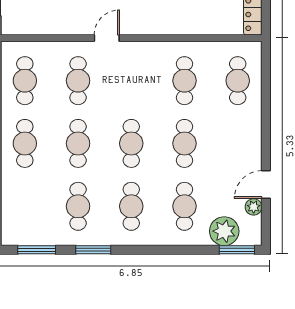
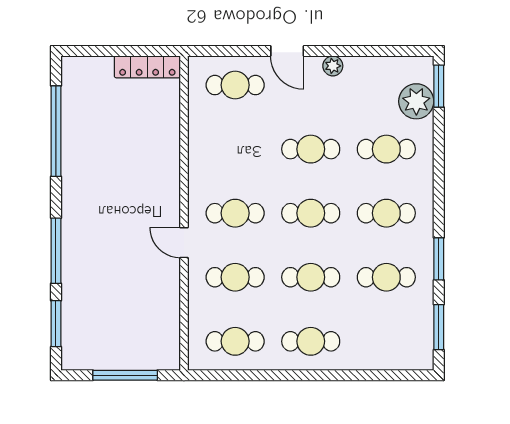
cafe table: (184, 81) -> (235, 213), moved
door: (266, 185) -> (287, 51), moved
plant: (254, 207) -> (333, 66), moved

